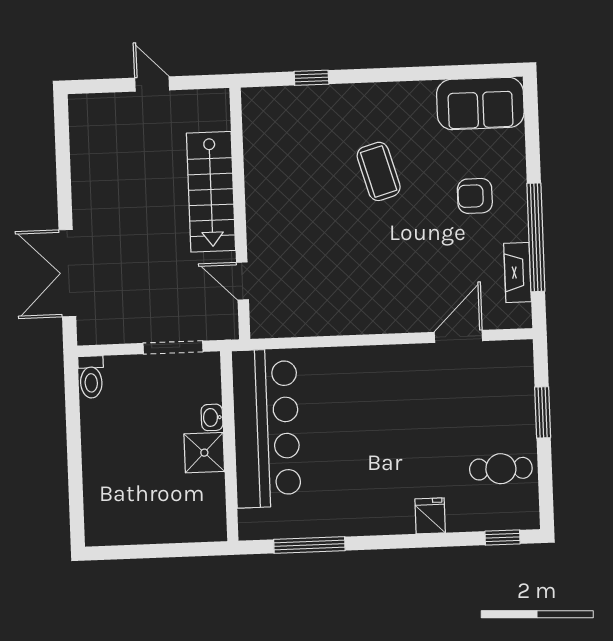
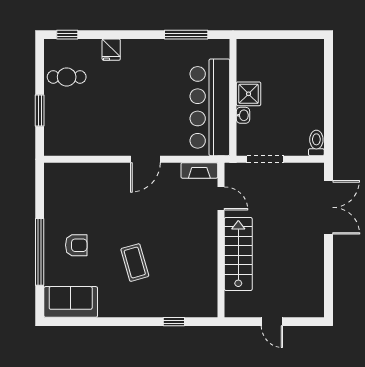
window: (536, 237) -> (40, 252), moved
fireplace: (518, 272) -> (199, 170), moved, turned 90
door: (458, 336) -> (145, 159), moved

